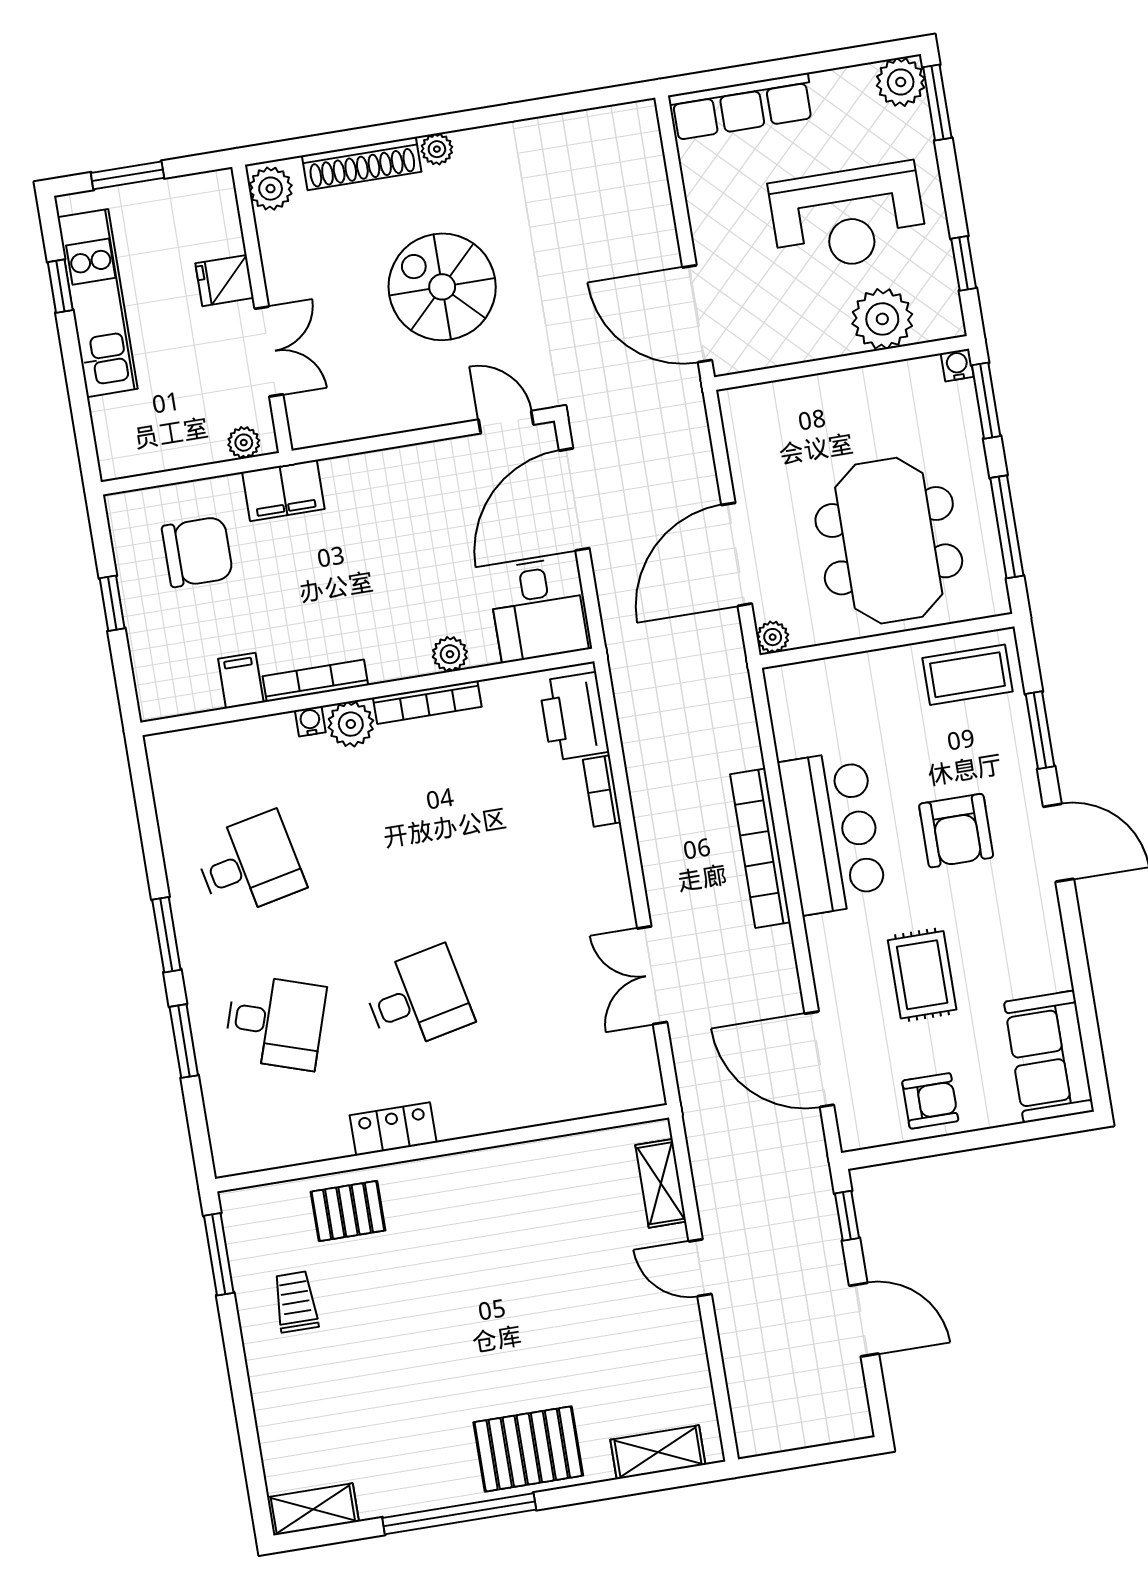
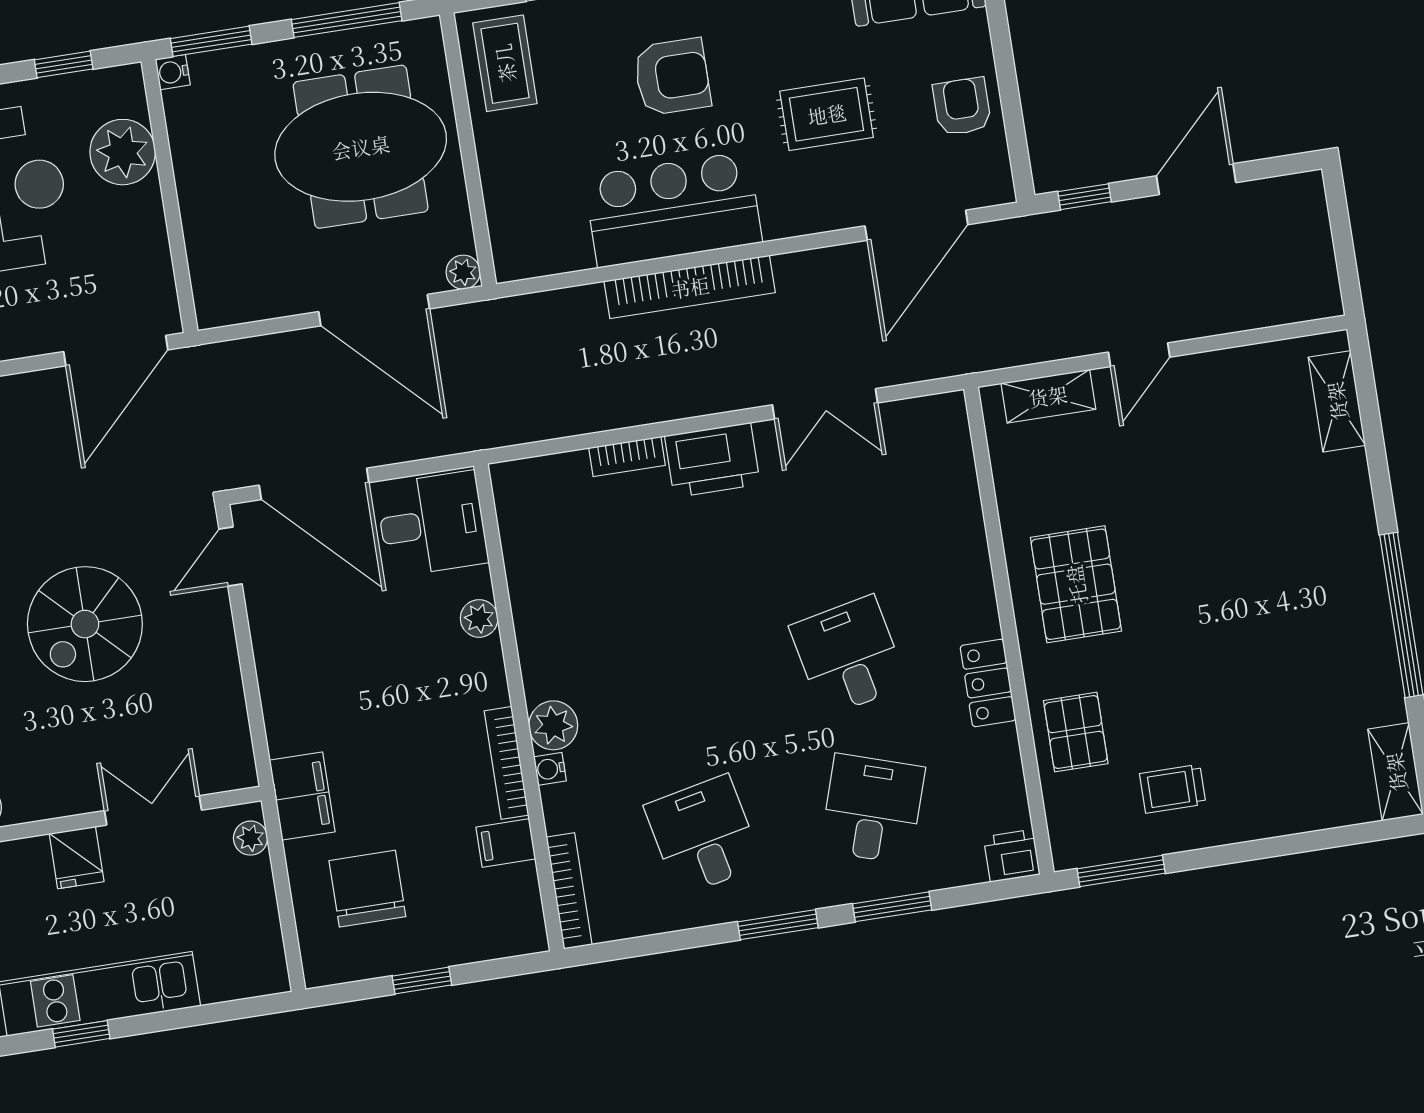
bookcase: (427, 702) -> (569, 891), moved
printer: (574, 716) -> (712, 460), moved
printer: (232, 1152) -> (1012, 856), added
pallet: (528, 1449) -> (1076, 584), moved

